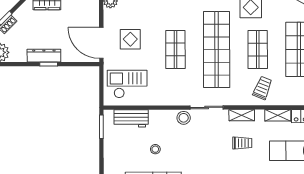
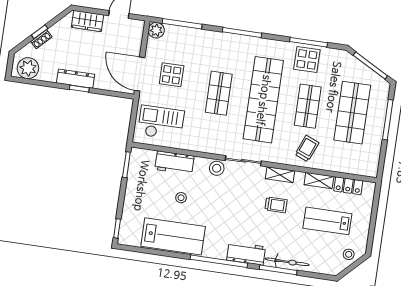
workbench: (131, 118) -> (175, 163), moved

